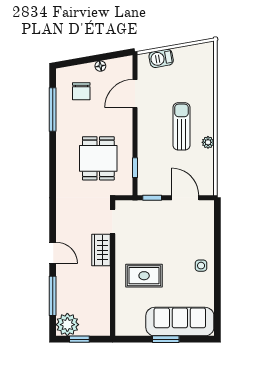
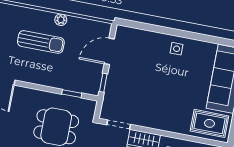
sun lounger: (182, 126) -> (41, 42), turned 180
rug: (144, 276) -> (209, 123), moved, turned 90

